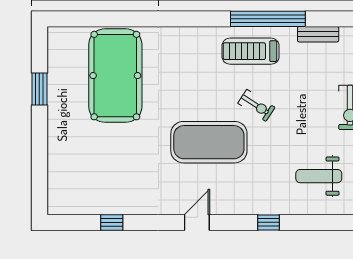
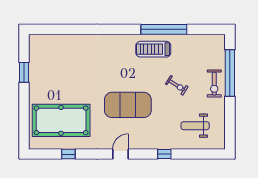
bench: (318, 34) -> (195, 39), removed
pool table: (115, 76) -> (61, 120), moved, turned 90
exercise bike: (256, 105) -> (177, 85), moved

